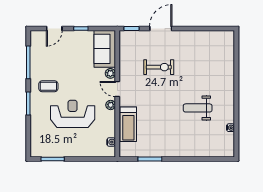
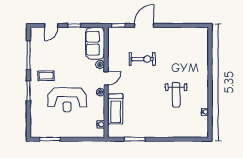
door: (117, 89) -> (106, 78), swing flipped
weight bench: (198, 108) -> (176, 95), turned -90
reception desk: (73, 114) -> (67, 100), turned 180

